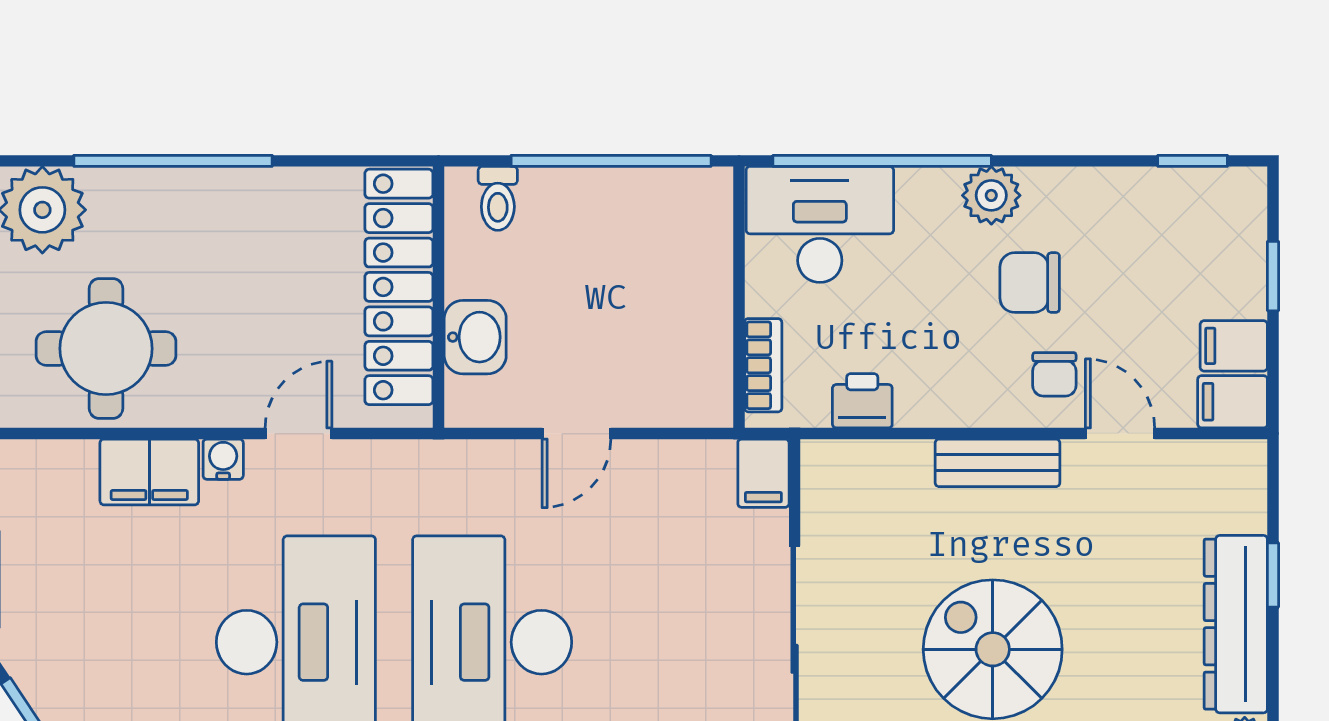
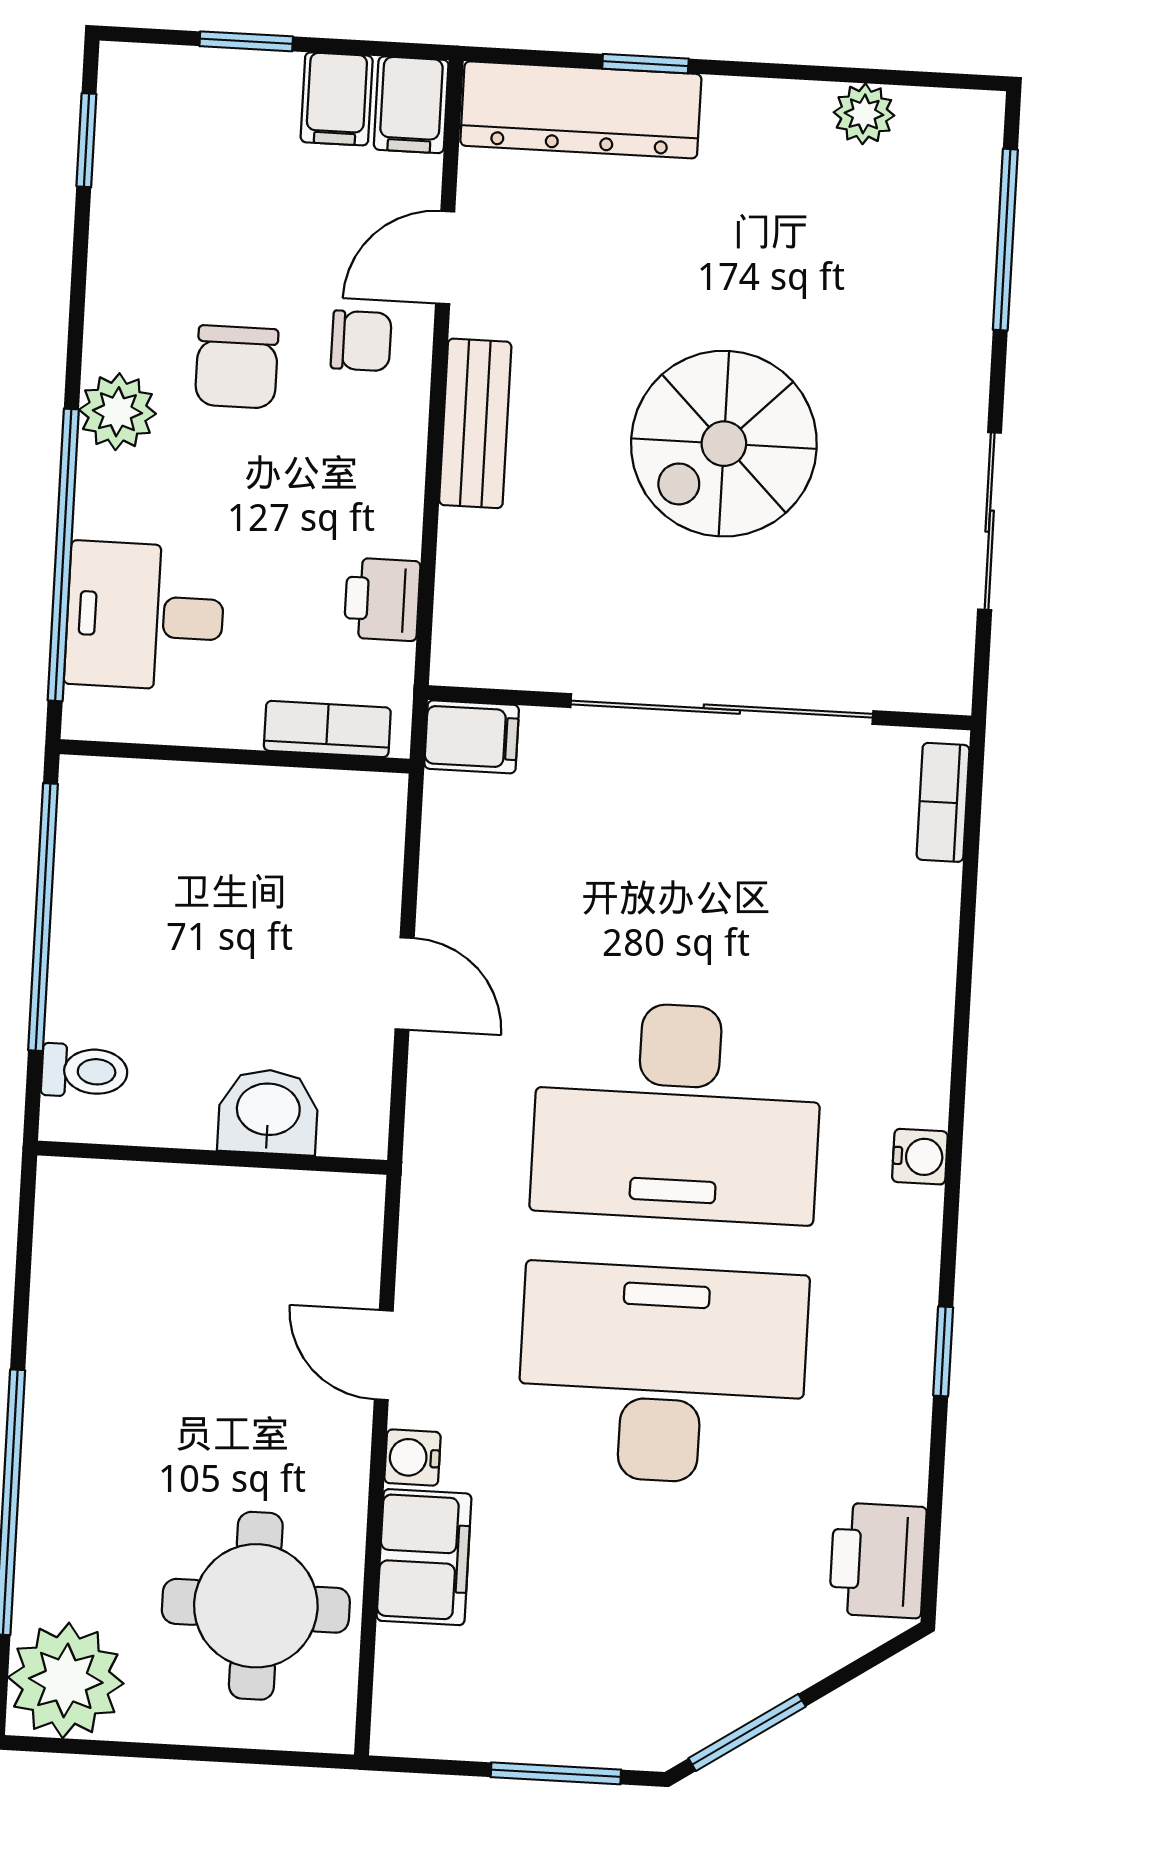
desk: (820, 224) -> (145, 616), width x0.73
locker: (399, 287) -> (195, 1210), removed
dresser: (1236, 624) -> (581, 110), moved

